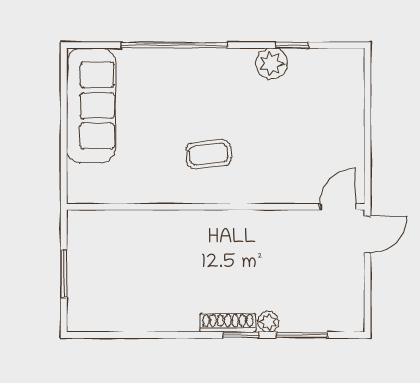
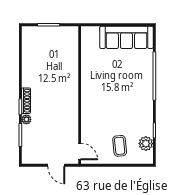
plant: (271, 64) -> (146, 144), moved
coffee table: (208, 154) -> (120, 146), moved
door: (367, 234) -> (56, 165), moved

